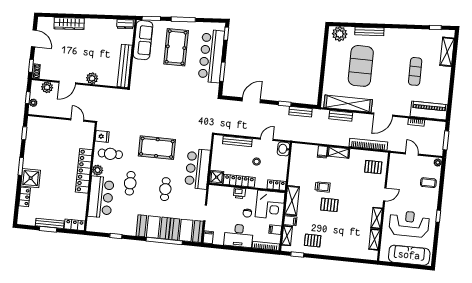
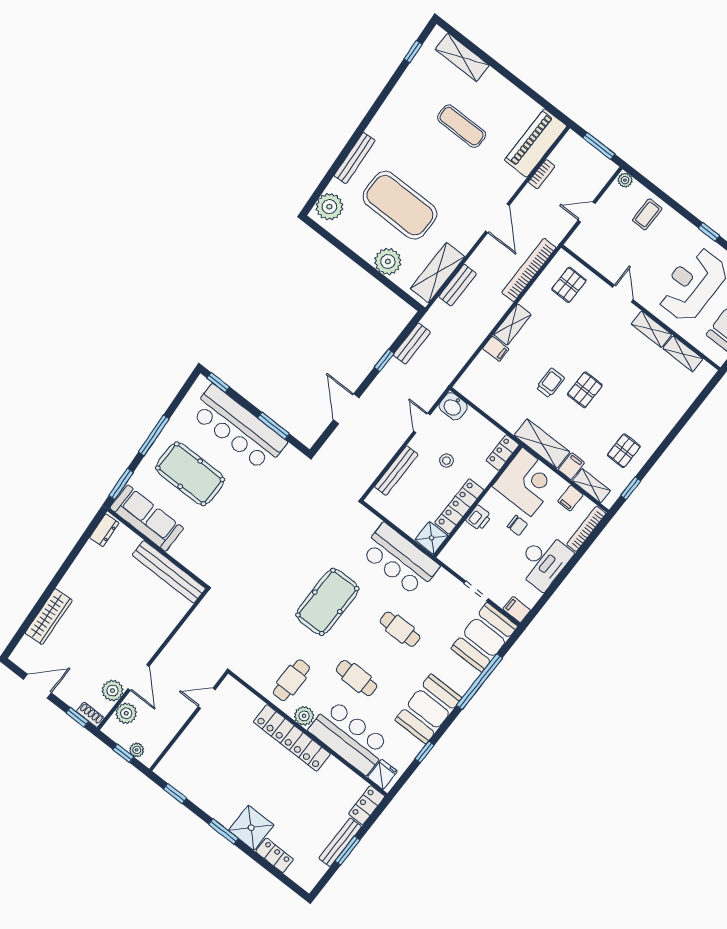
plant: (331, 77) -> (388, 261), added
plant: (92, 78) -> (113, 691), moved
shelving: (348, 104) -> (437, 273), width x0.68
fridge: (102, 136) -> (382, 774), moved
booth: (153, 227) -> (428, 709), moved

